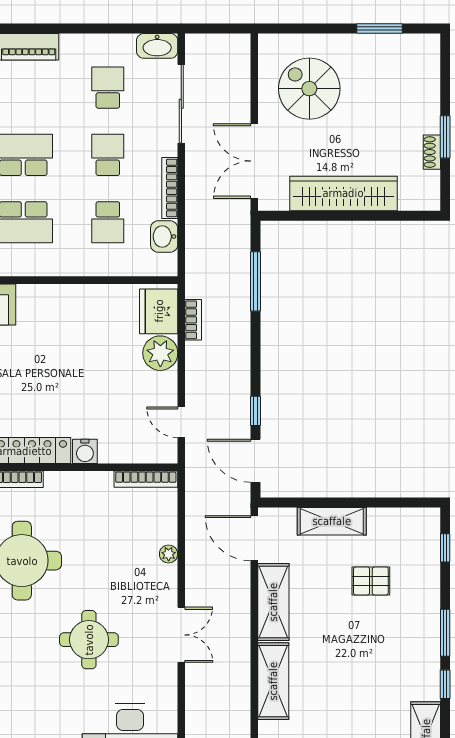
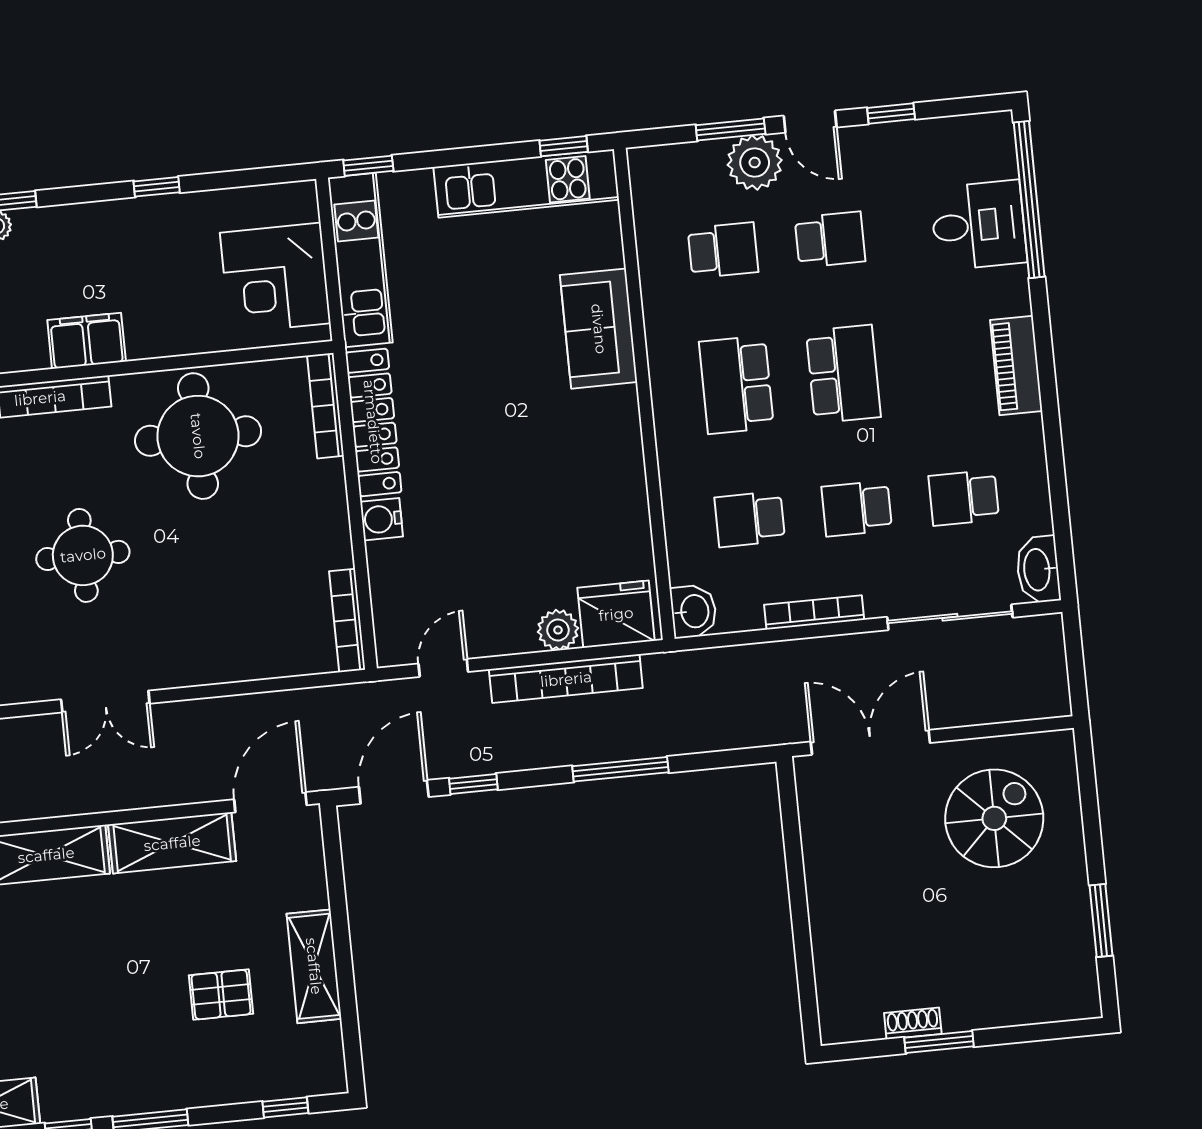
school desk: (108, 88) -> (964, 498), turned 180
school desk: (108, 155) -> (857, 508), turned 180
wardrobe: (343, 193) -> (833, 889), removed
washbasin: (164, 237) -> (694, 611), moved, turned 90
window: (255, 281) -> (620, 769), moved
bookcase: (193, 320) -> (566, 679), width x2.31, depth x1.31
plant: (160, 353) -> (558, 630), width x0.73, depth x0.73
shelving: (332, 521) -> (314, 966), moved
plant: (169, 554) -> (232, 668), removed
pallet: (371, 581) -> (221, 995), turned 90

